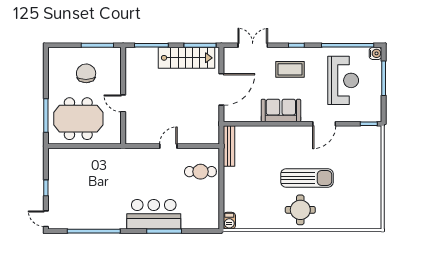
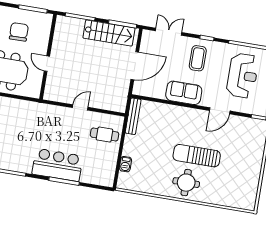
coffee table: (290, 69) -> (198, 58), turned 90
sun lounger: (307, 178) -> (197, 156), turned 180
barbecue: (229, 221) -> (125, 164), moved

